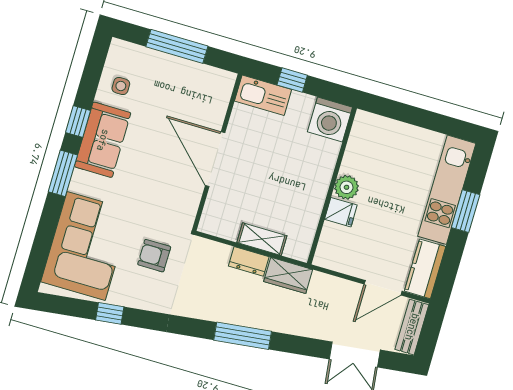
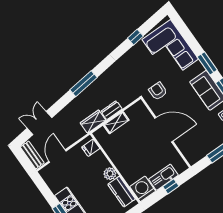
kitchen sink: (263, 95) -> (163, 177), moved
fridge: (341, 212) -> (91, 148), moved
armchair: (154, 256) -> (158, 91), moved, turned -90
kitchen counter: (425, 269) -> (122, 192), moved, turned 180

